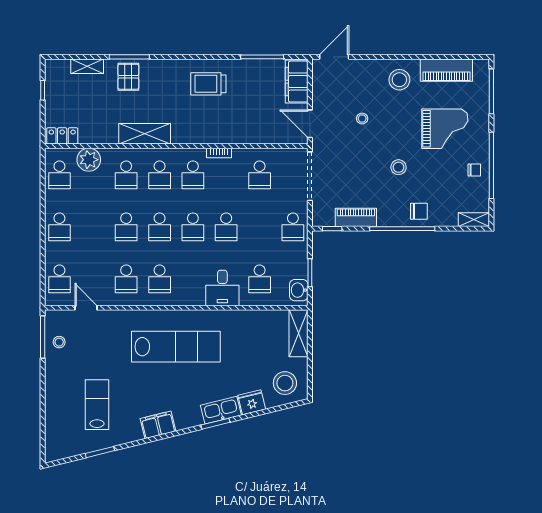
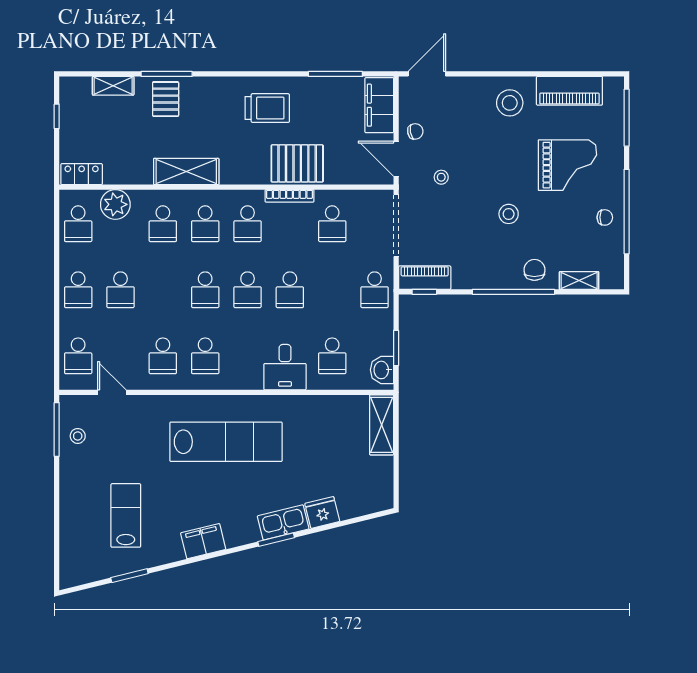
trolley: (208, 84) -> (267, 108), turned 180
chair: (325, 102) -> (415, 131), added
stool: (362, 119) -> (441, 177), moved
pallet: (232, 127) -> (297, 163), added
bookcase: (219, 153) -> (290, 196), width x1.56
chair: (419, 211) -> (534, 270), turned -90
piano: (356, 217) -> (425, 278), moved
shelving: (474, 220) -> (579, 280), moved
school desk: (126, 227) -> (120, 290), moved
stool: (285, 383) -> (364, 488), removed

